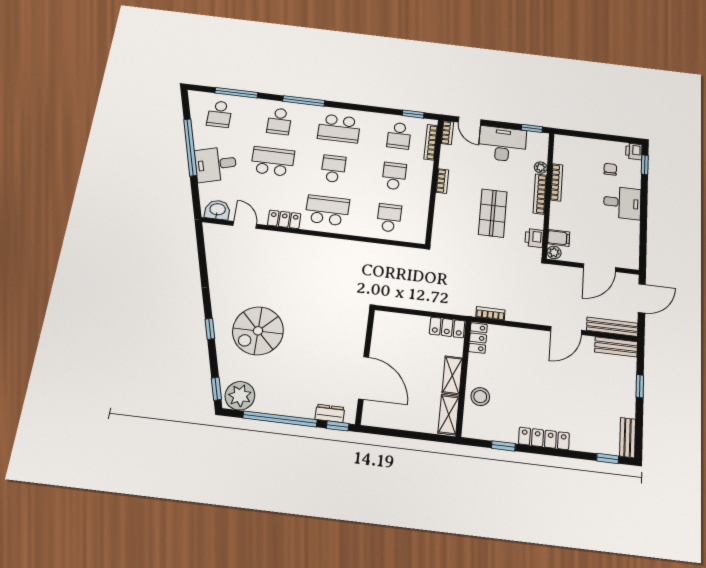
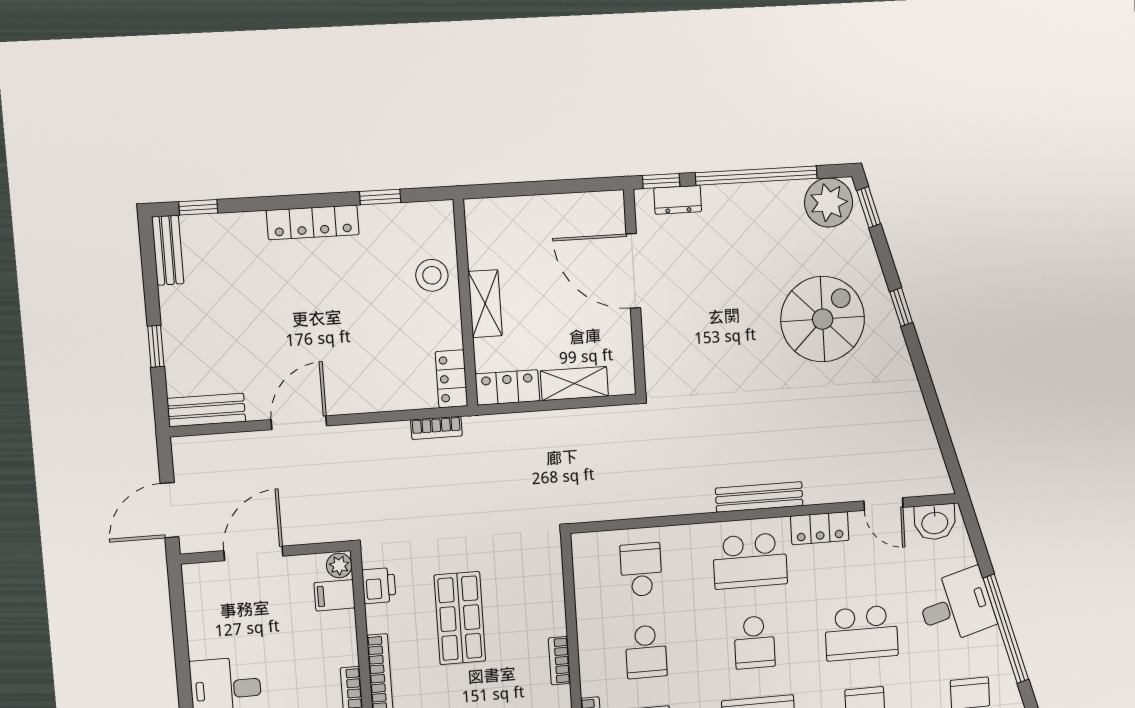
school desk: (389, 218) -> (641, 570), turned 180
bench: (612, 327) -> (759, 497), moved
shelving: (449, 415) -> (574, 384), moved, turned 90

